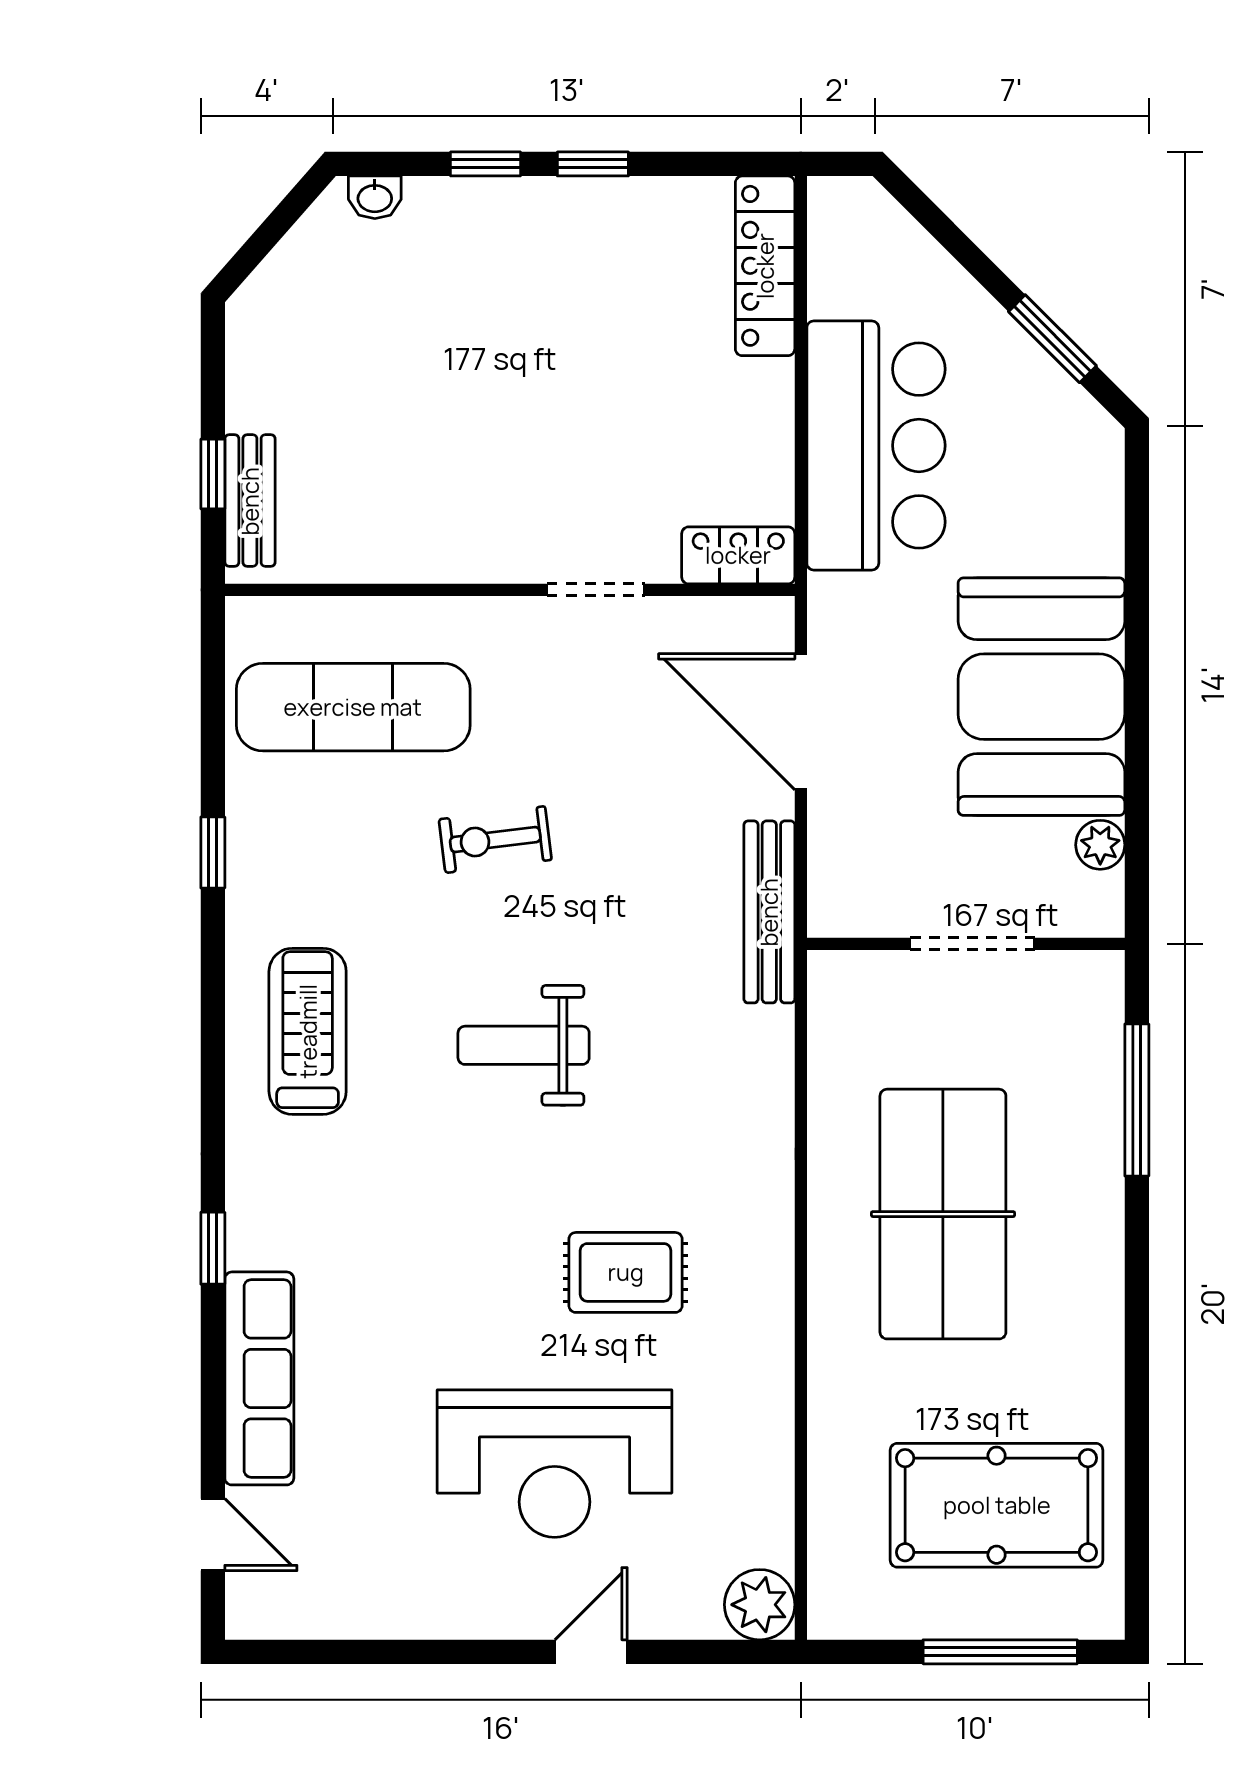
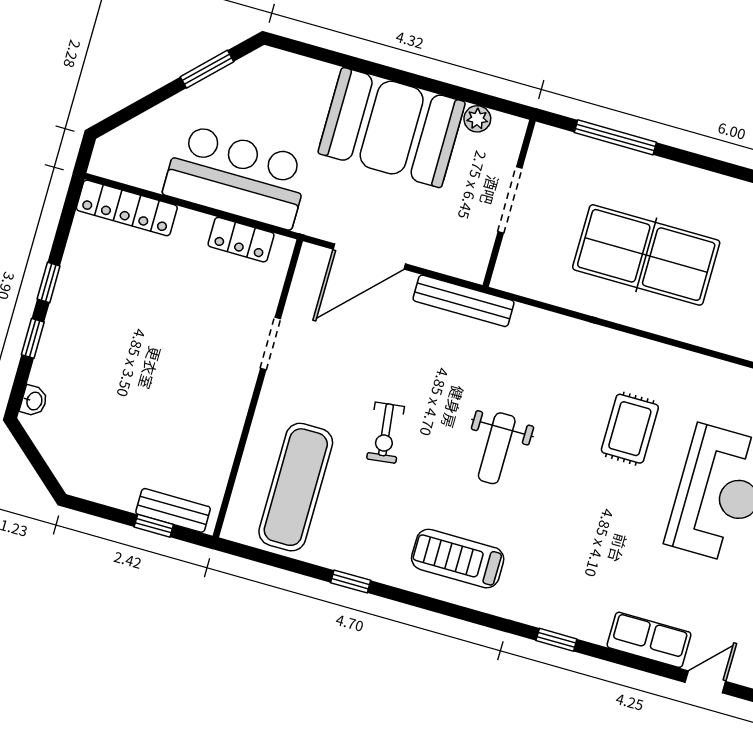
locker: (738, 555) -> (241, 240), moved, turned -90
row of seats: (259, 1378) -> (649, 640), width x0.68

